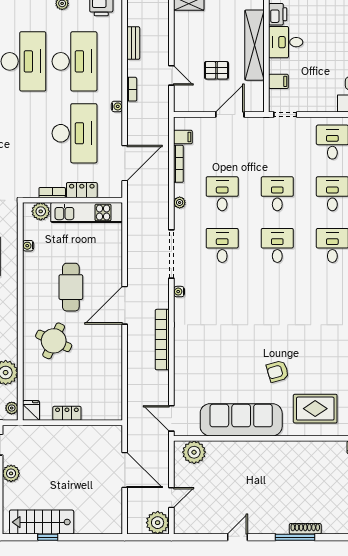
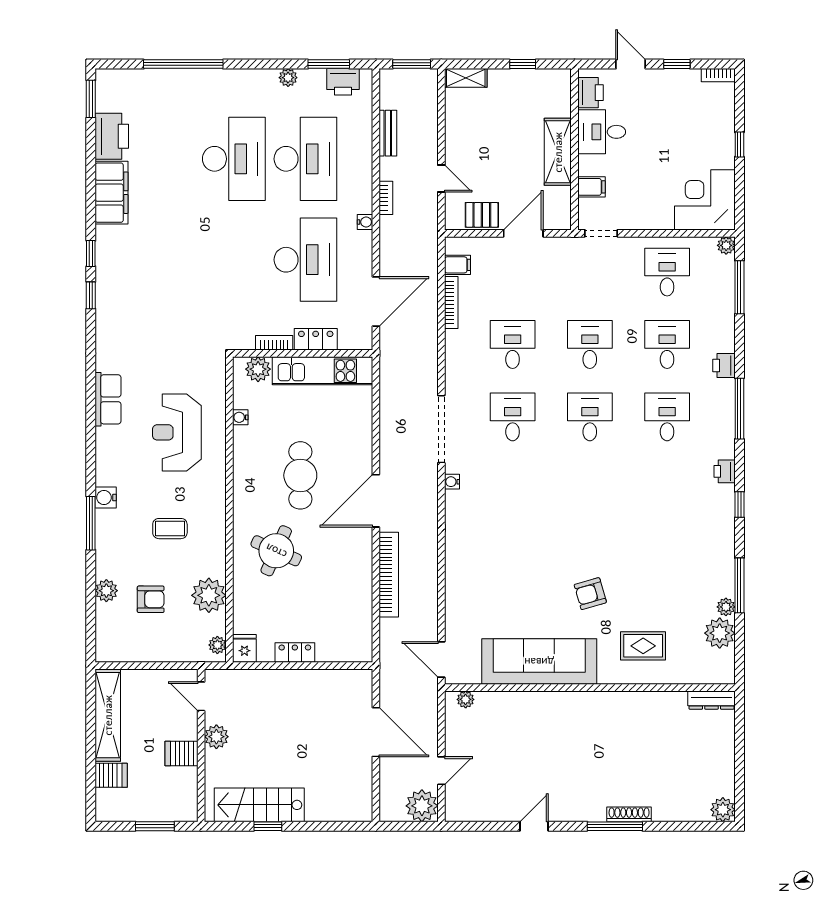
shelving: (254, 45) -> (558, 152), width x0.68
pallet: (216, 70) -> (482, 215), moved
plant: (180, 203) -> (453, 357), removed
bookcase: (162, 340) -> (389, 575), moved, turned 180
rug: (315, 409) -> (643, 646), width x0.73, depth x0.70
plant: (194, 452) -> (466, 699), width x0.53, depth x0.53

